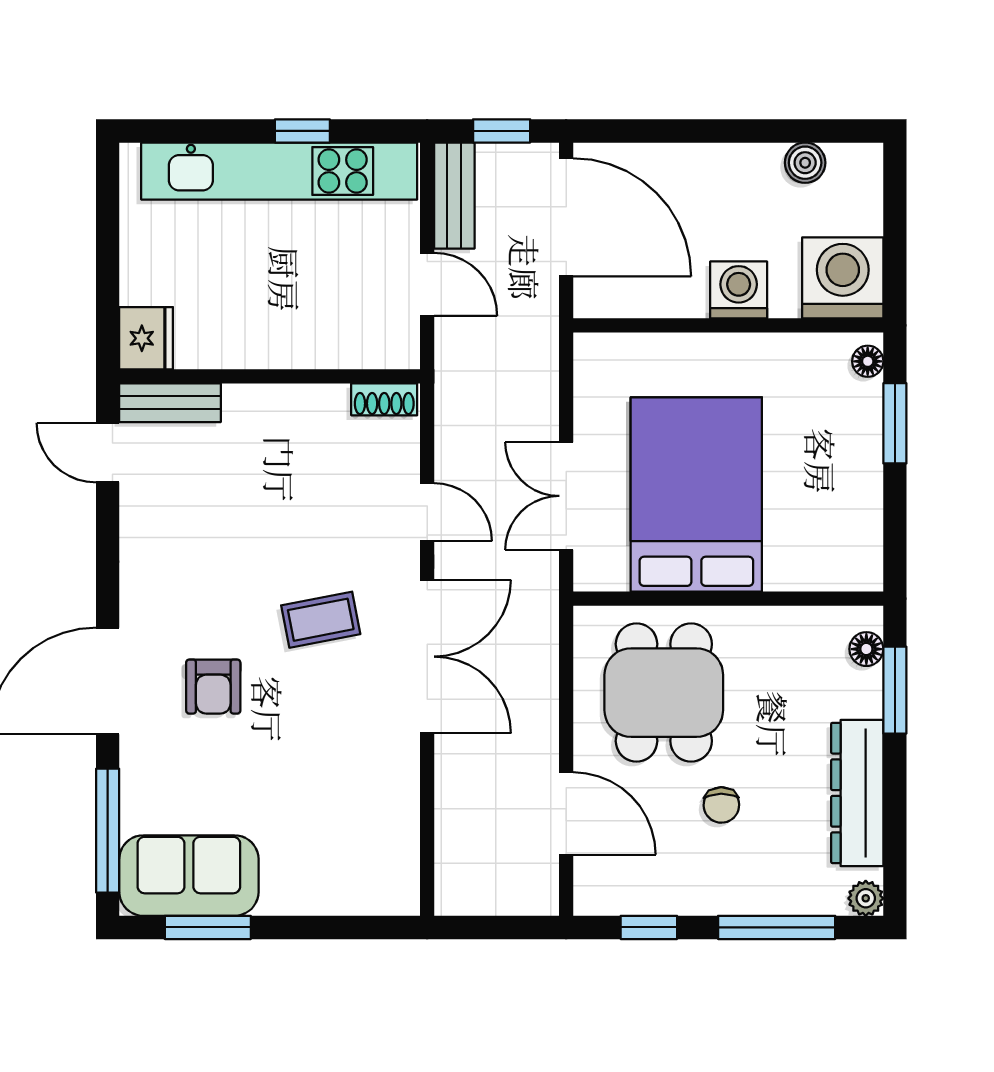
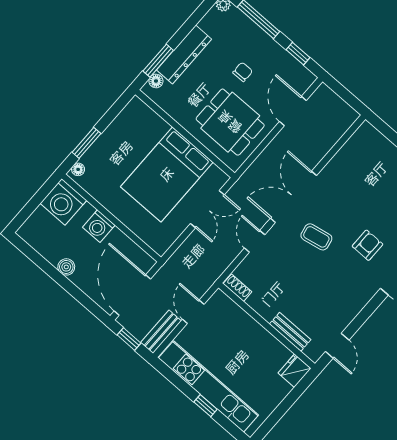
window: (302, 131) -> (205, 406), moved
boiler: (805, 163) -> (66, 267), moved
bench: (170, 403) -> (290, 332), moved
dining table: (664, 693) -> (230, 122), turned 90
dresser: (857, 793) -> (184, 55), moved

